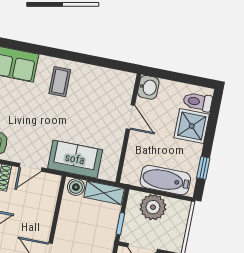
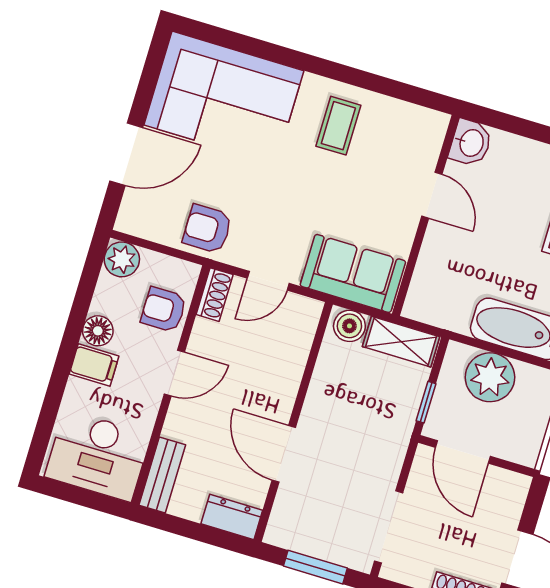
washbasin: (148, 87) -> (471, 143), moved
door: (130, 117) -> (432, 195), moved
wall: (128, 128) -> (426, 215), moved

